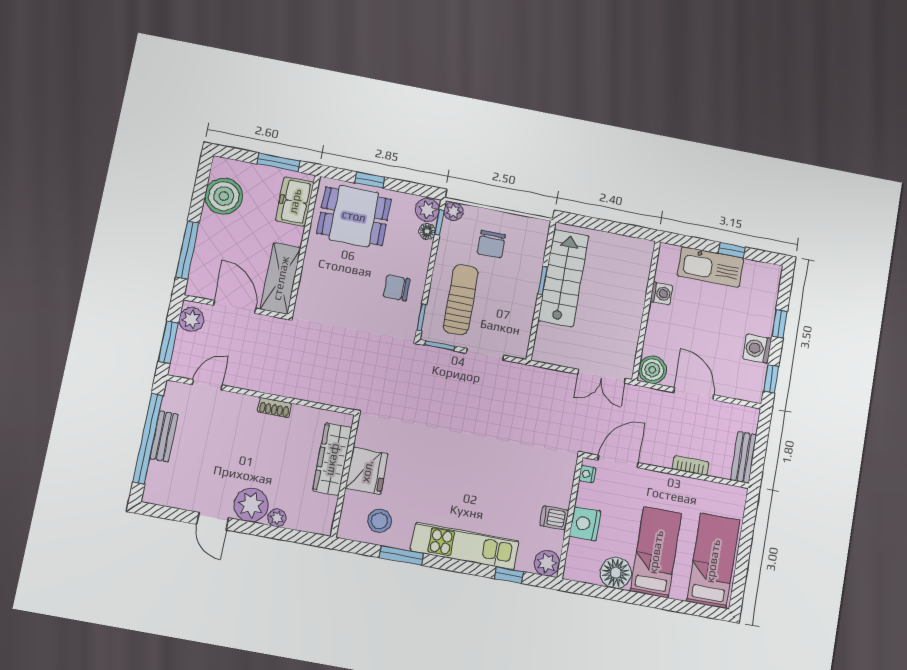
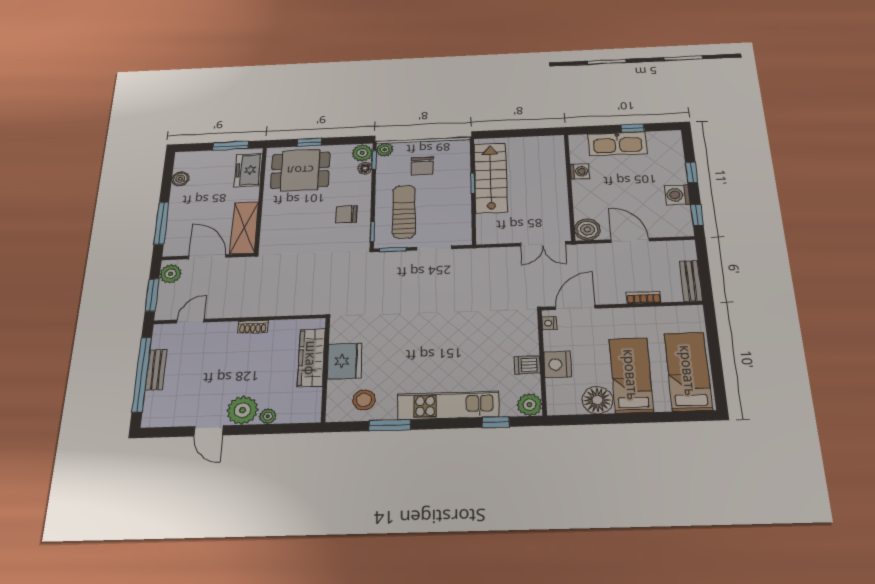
boiler: (224, 196) -> (180, 179), width x0.54, depth x0.54

